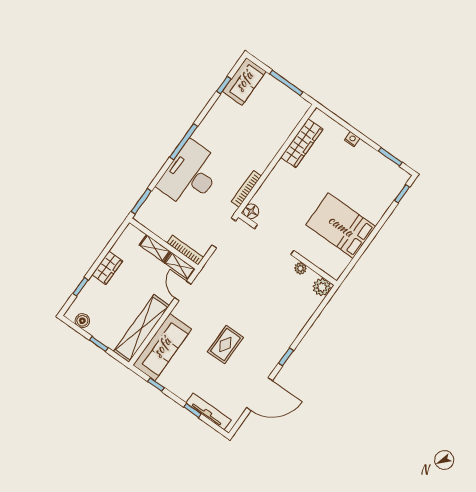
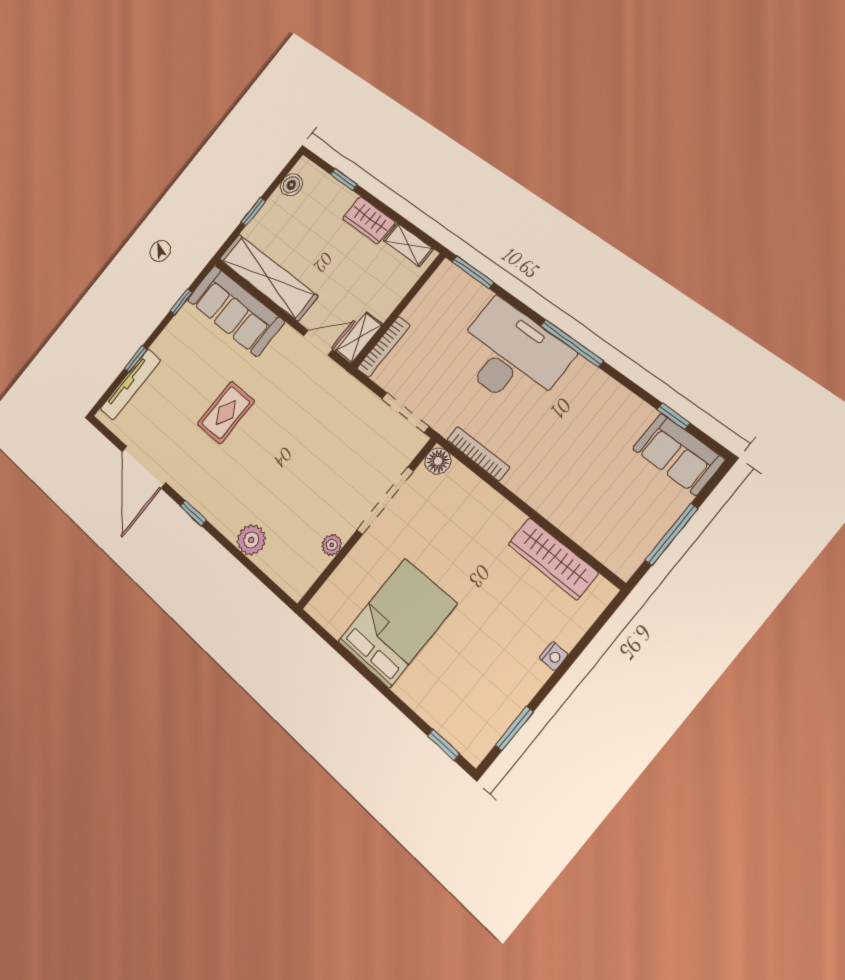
shelving: (155, 248) -> (408, 245), moved, turned 90
plant: (322, 287) -> (251, 540), moved
rug: (225, 345) -> (226, 413), turned 90

